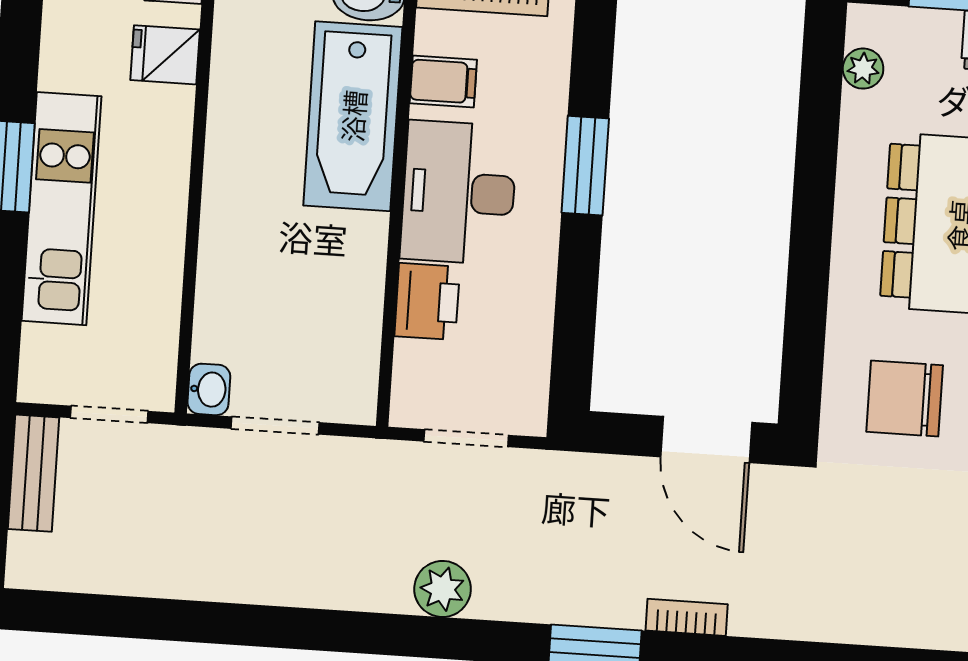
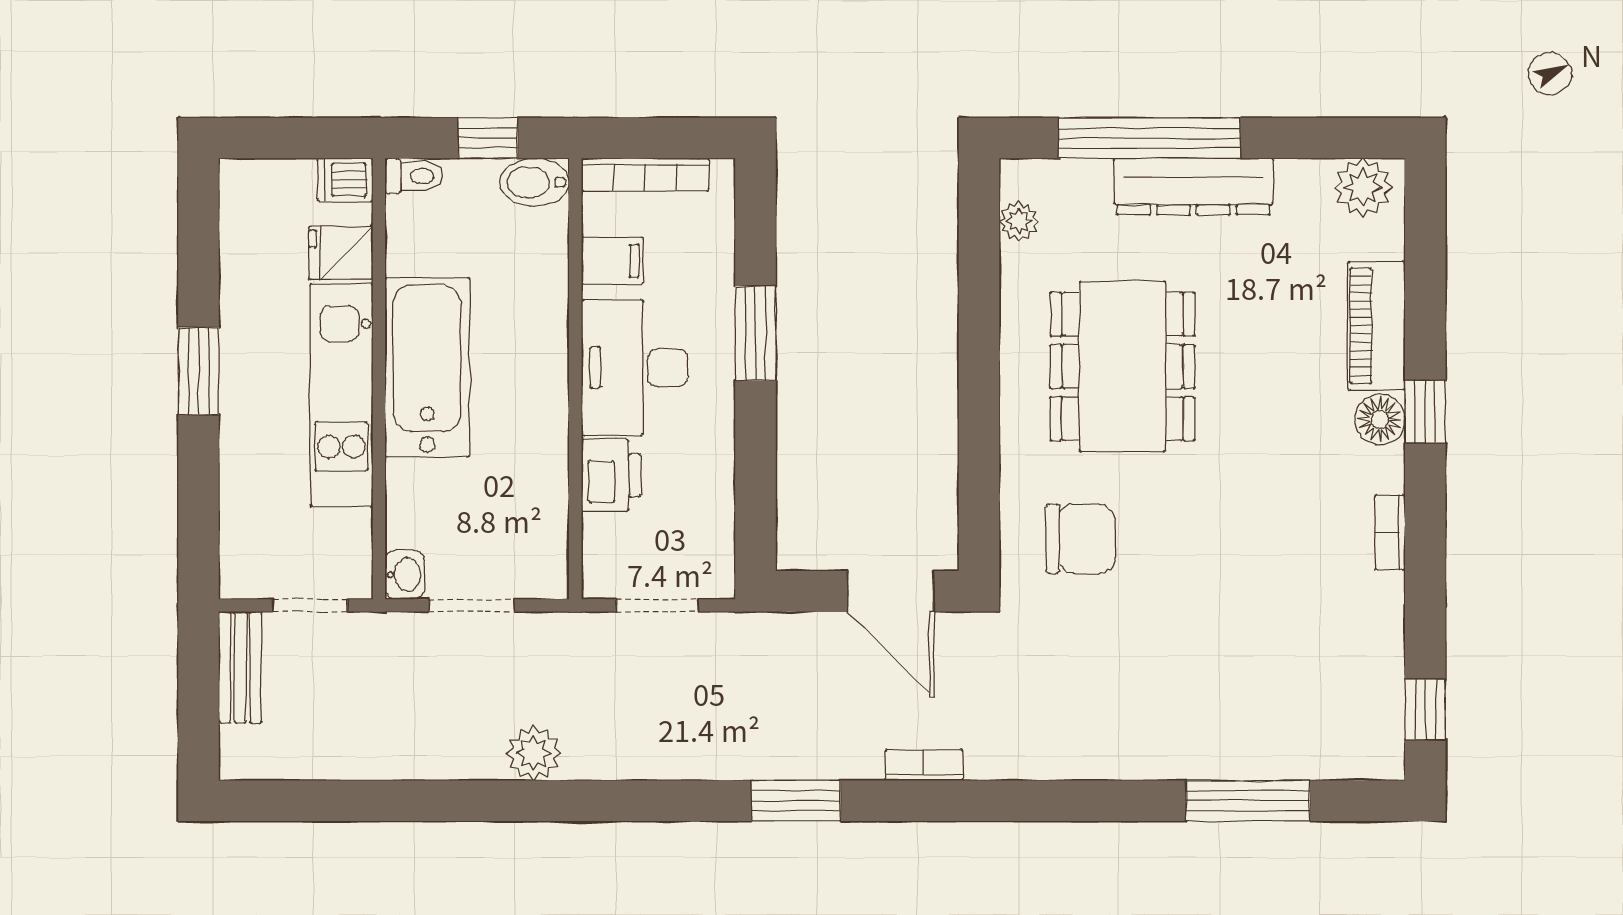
bathtub: (353, 116) -> (427, 367), moved, turned 180
kitchen unit: (61, 209) -> (341, 395), moved, turned 180
chair: (905, 399) -> (1080, 539), turned 180
plant: (443, 589) -> (534, 753), moved
bookcase: (687, 617) -> (924, 765), moved

